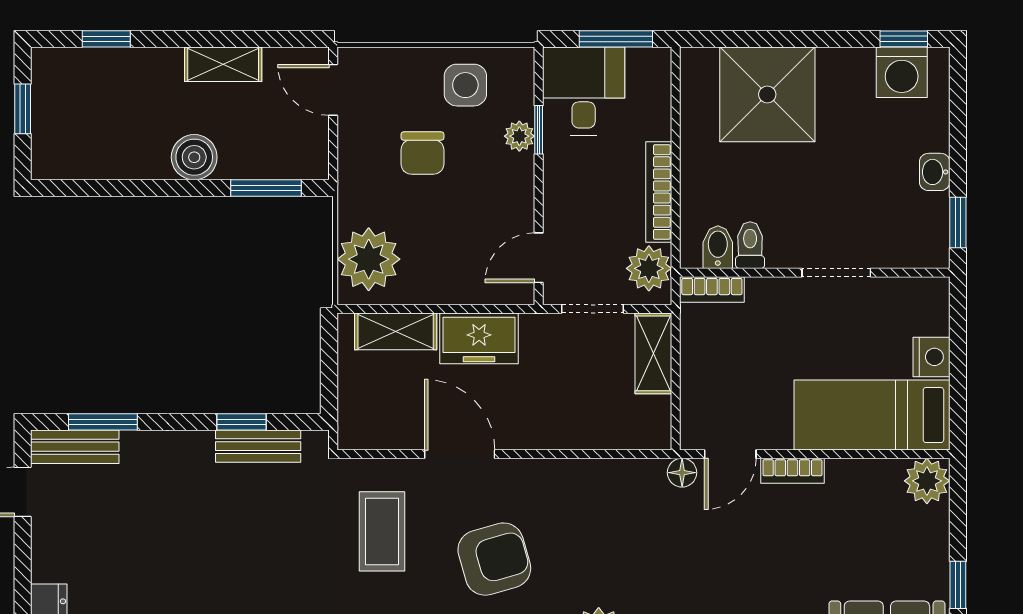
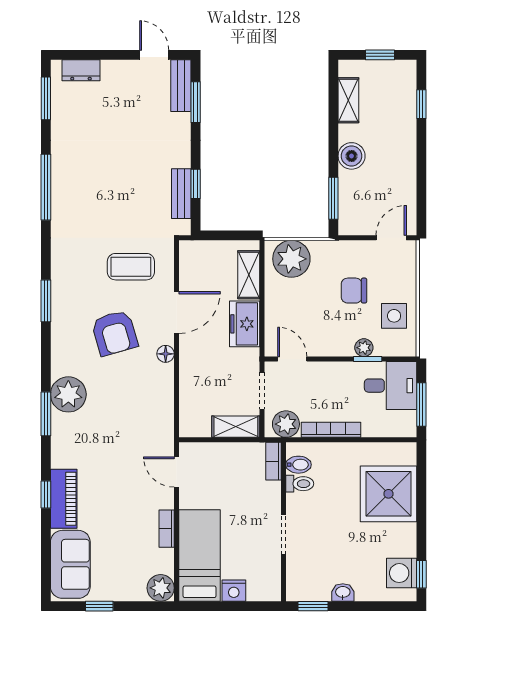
shelving: (223, 64) -> (348, 100), moved
bookcase: (792, 471) -> (167, 529), moved
floor lamp: (682, 473) -> (166, 354), moved

